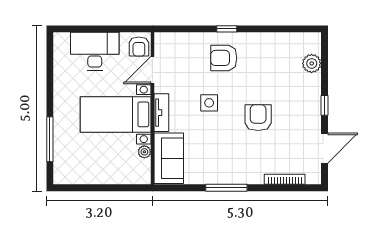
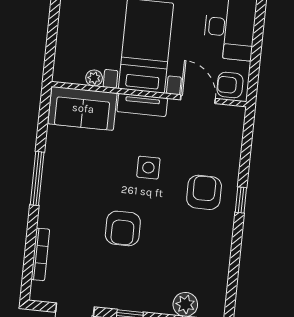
armchair: (258, 118) -> (123, 228), turned 90

